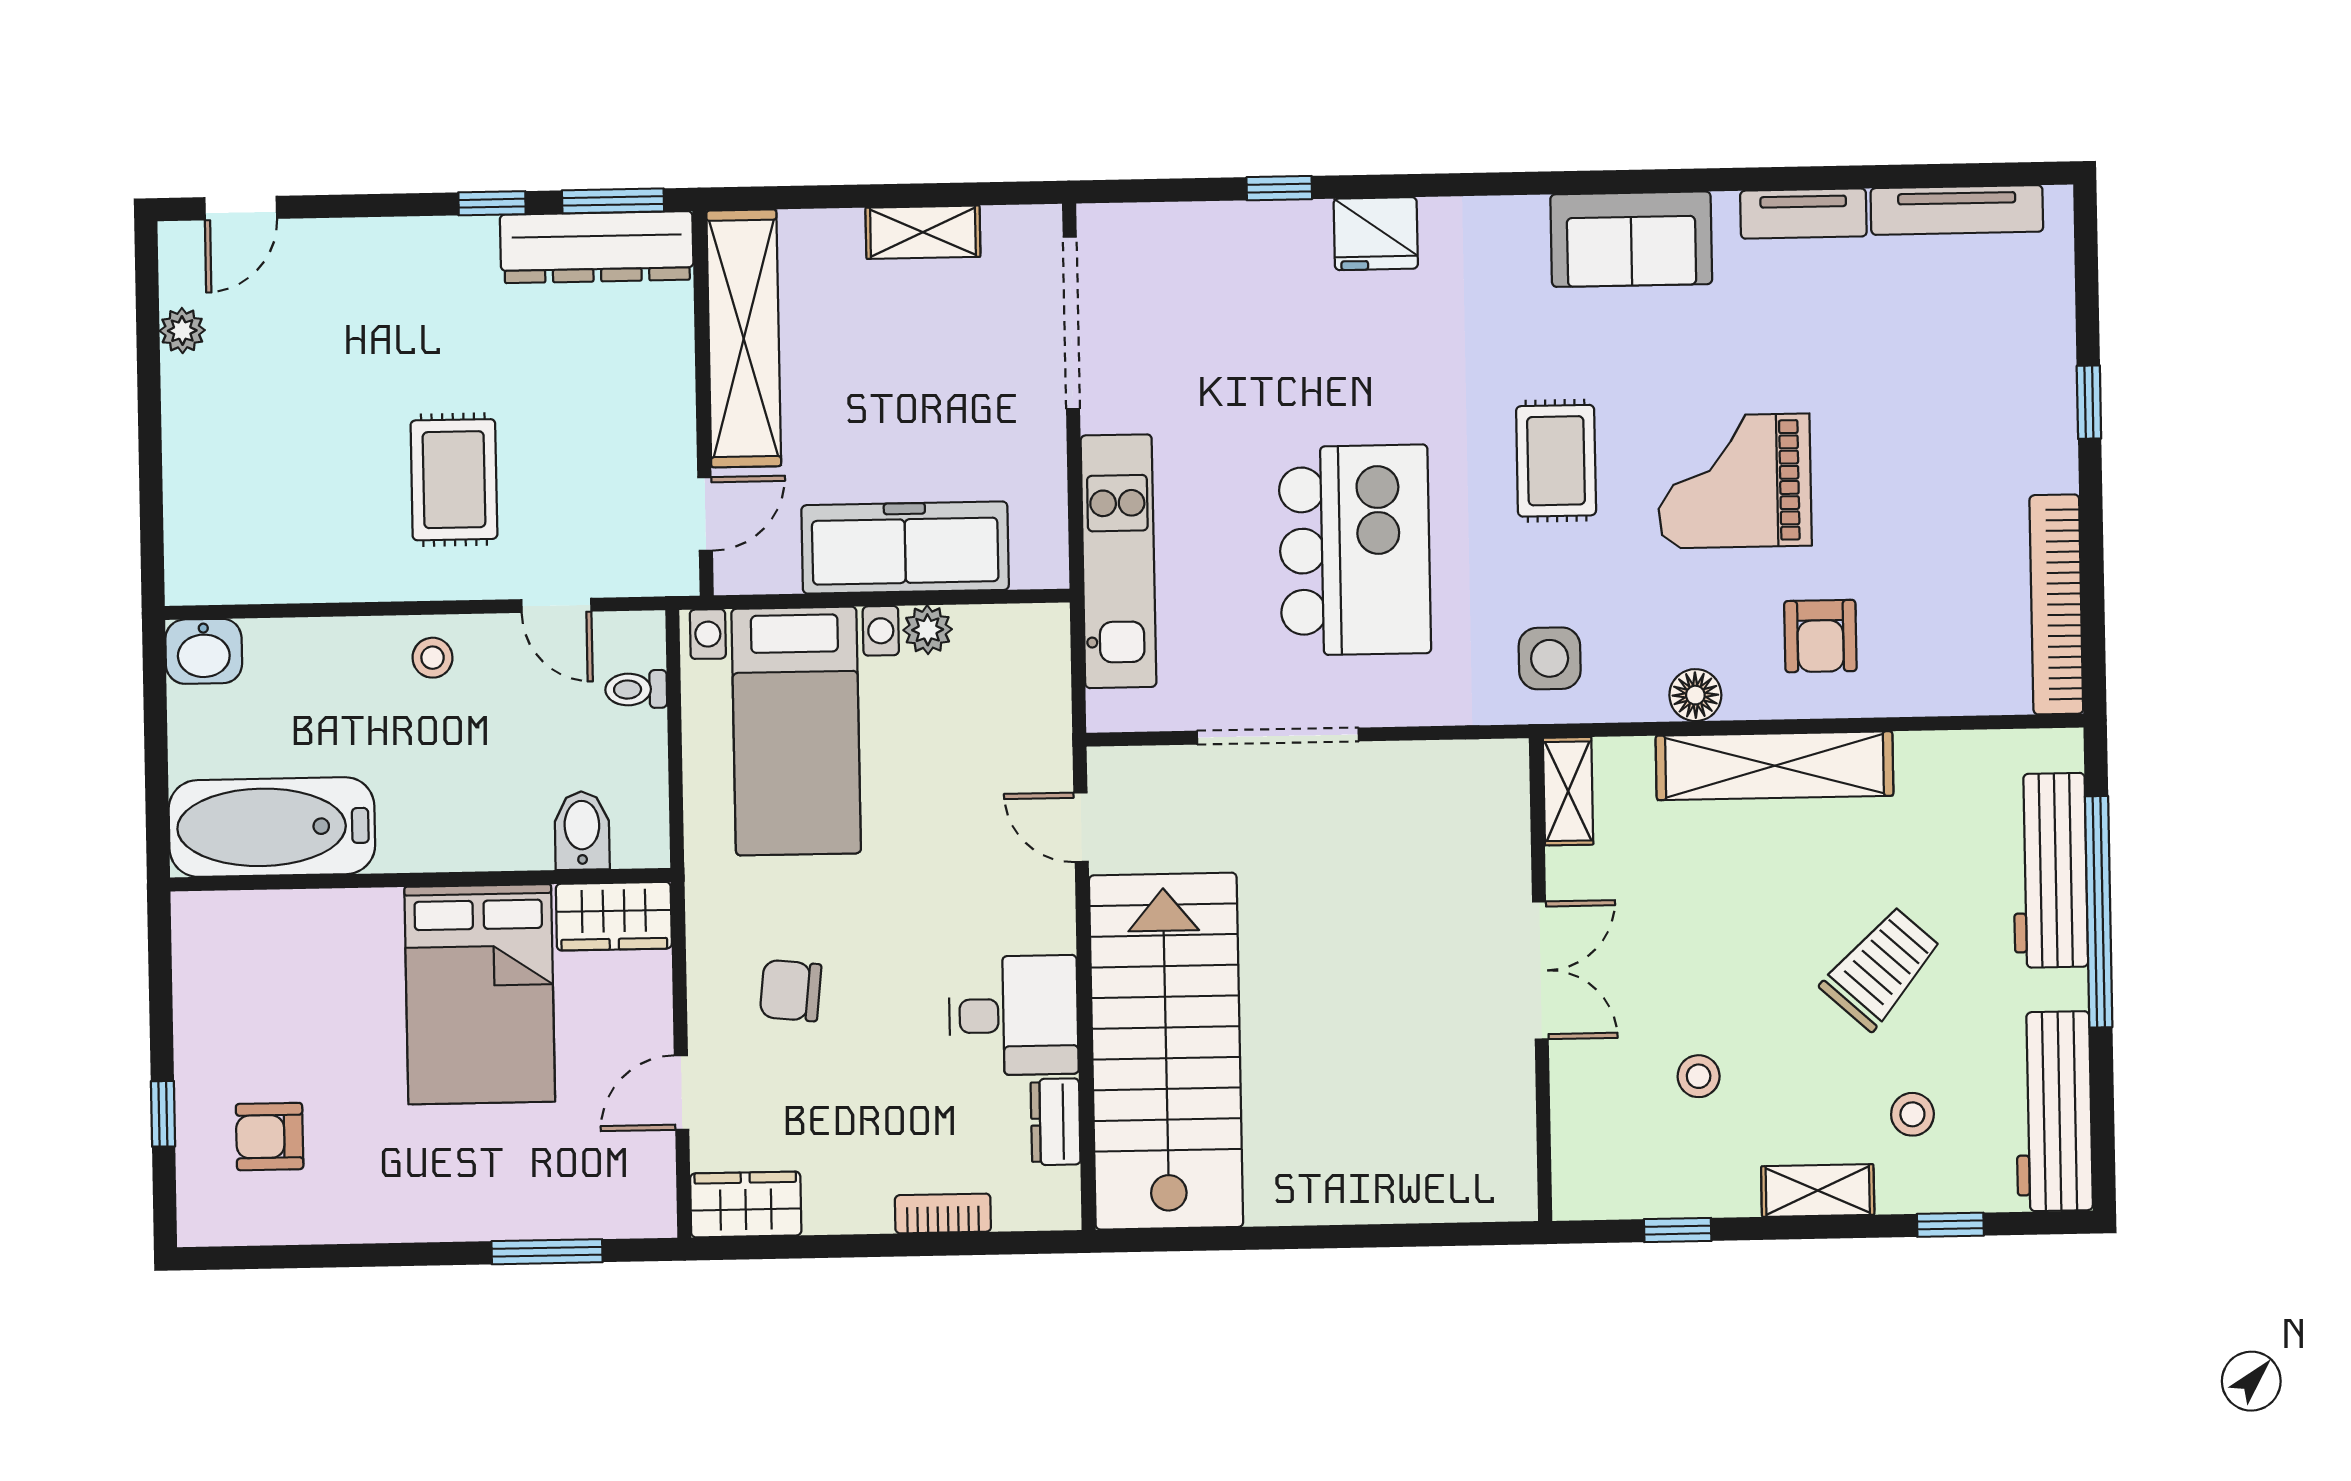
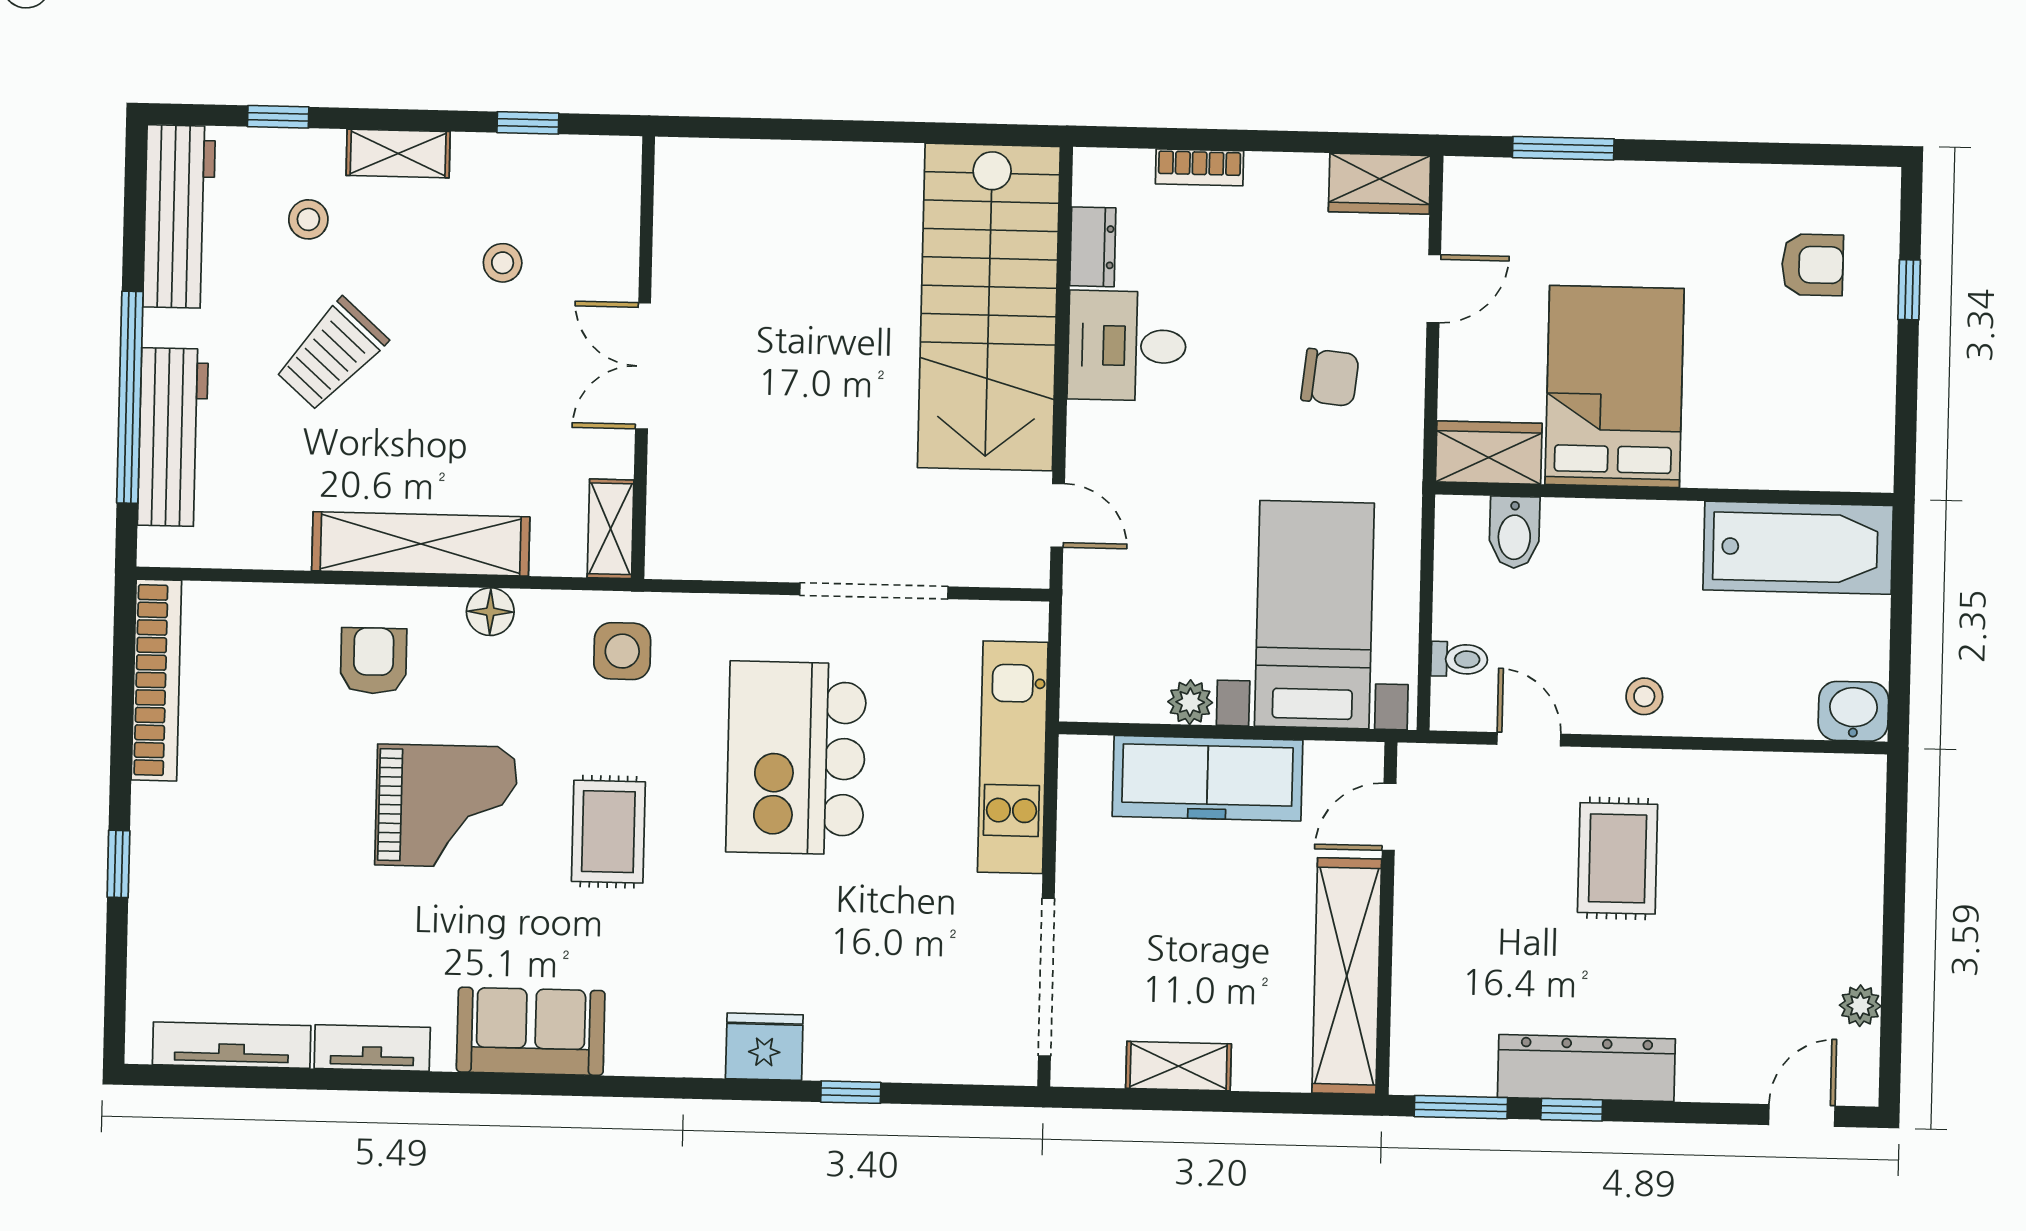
dresser: (597, 247) -> (1586, 1068), moved

